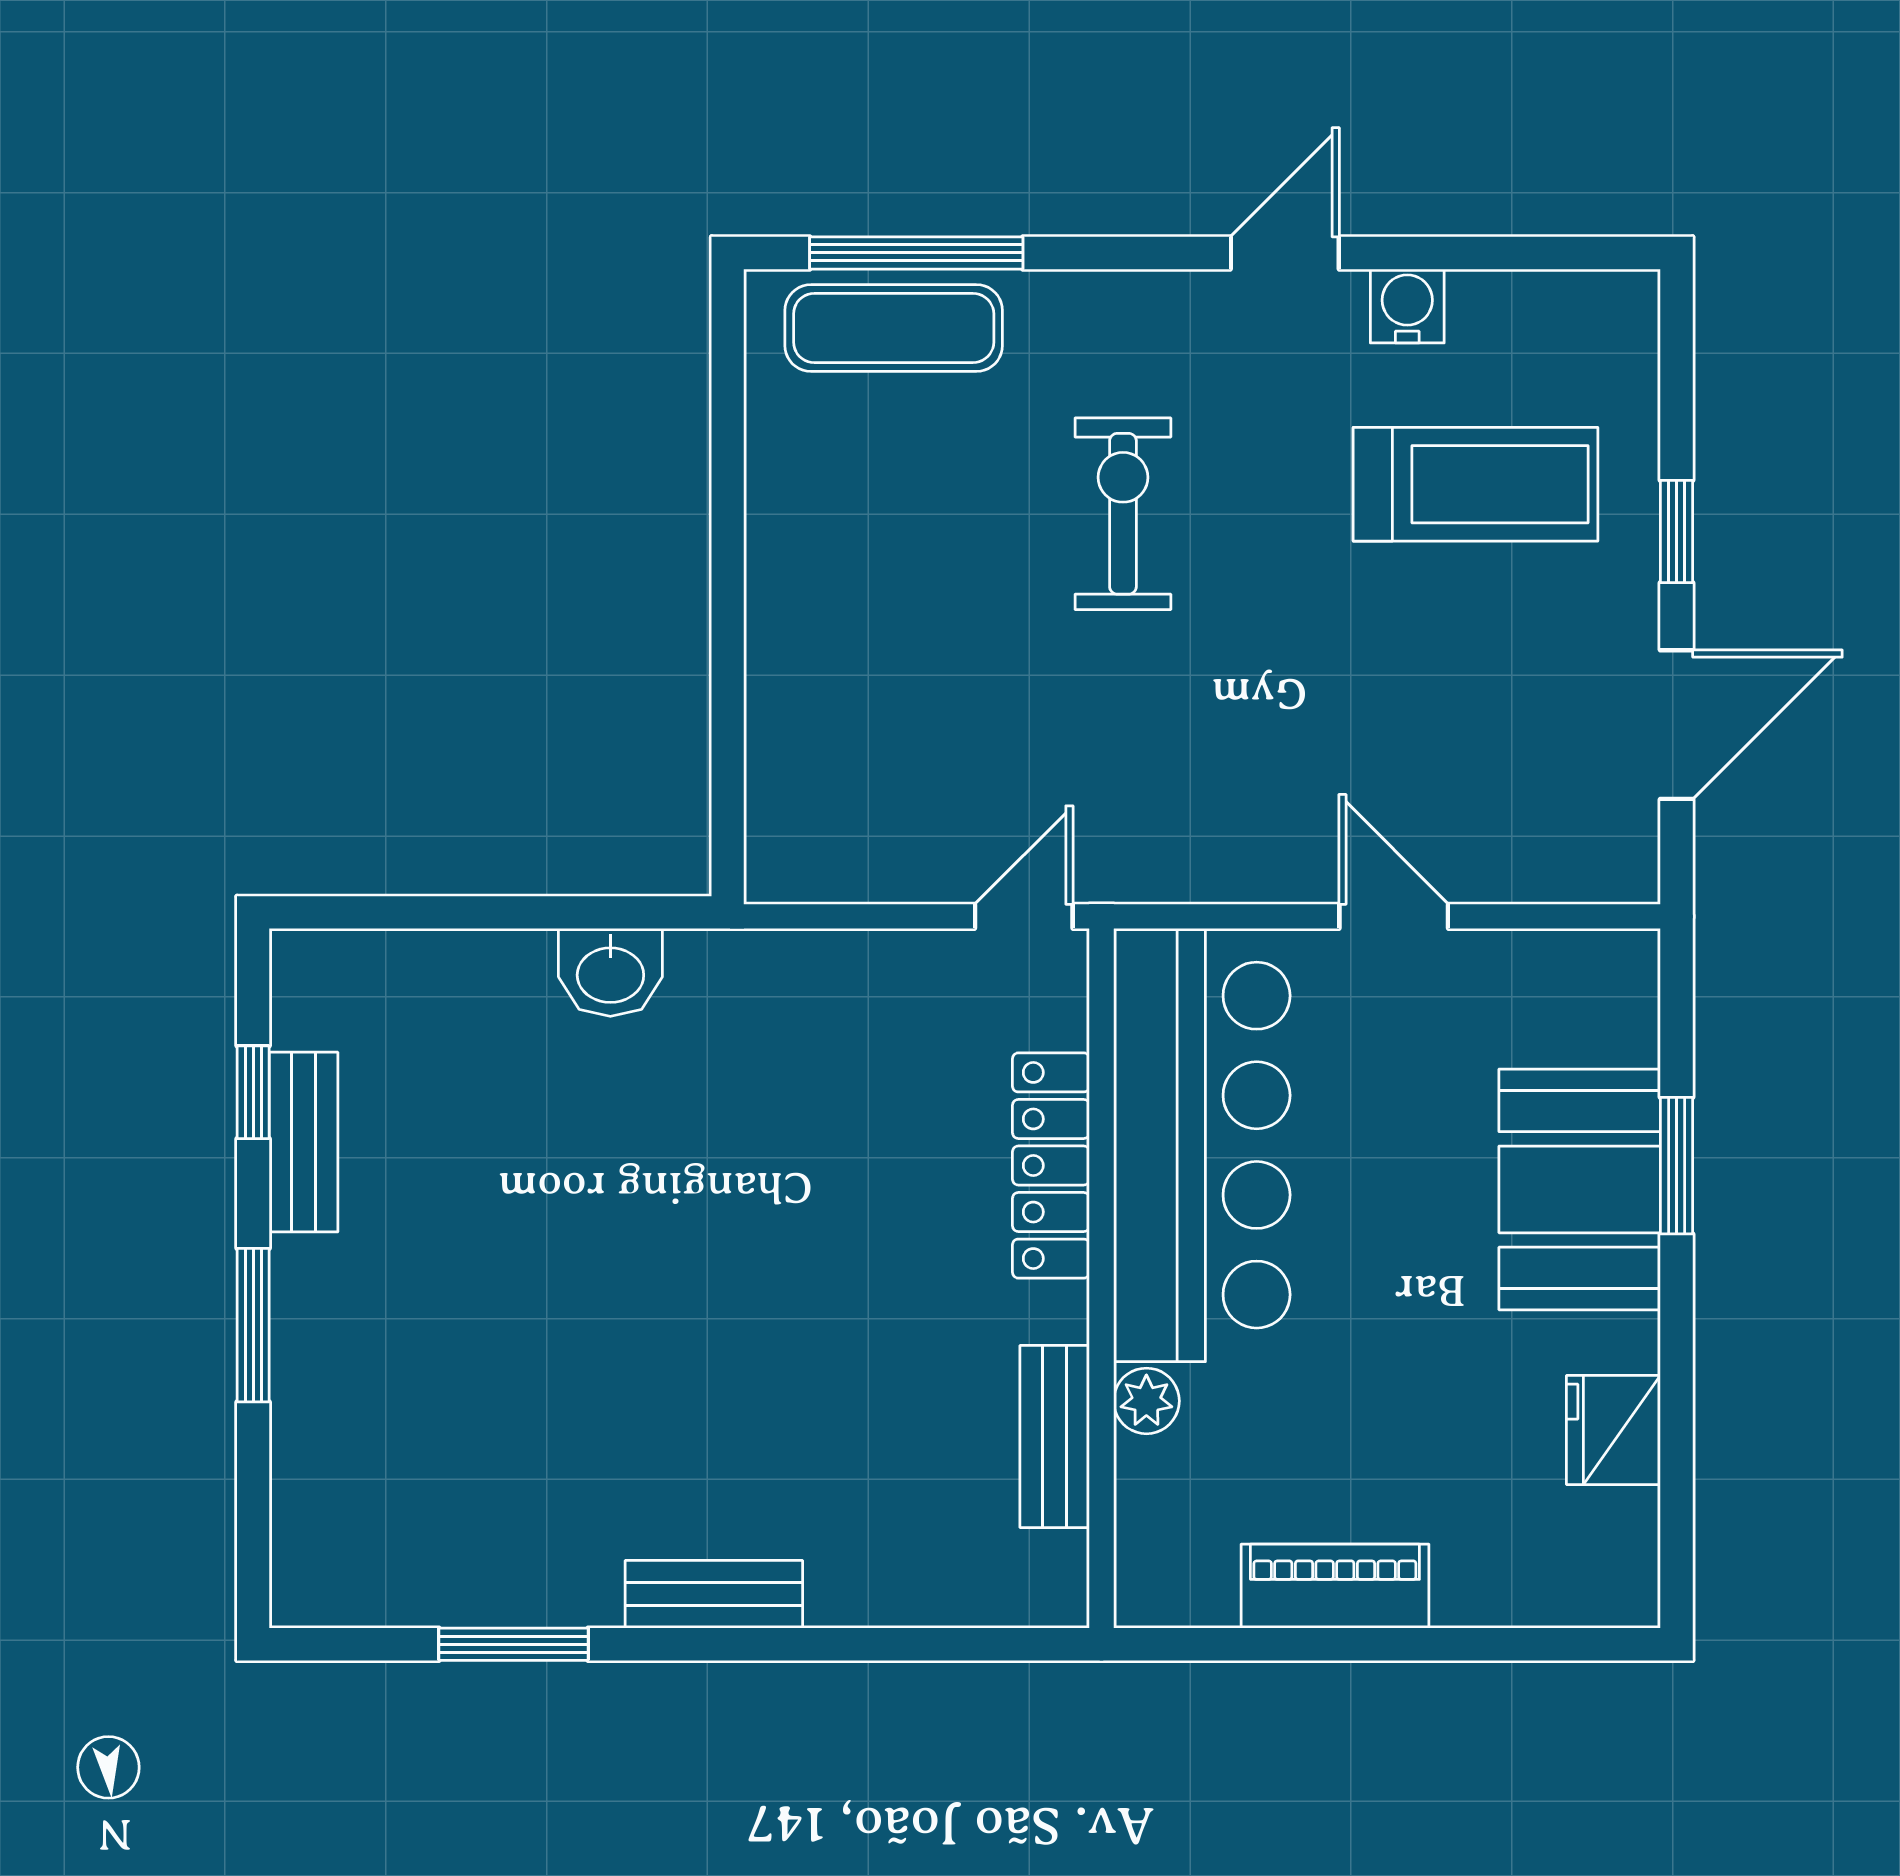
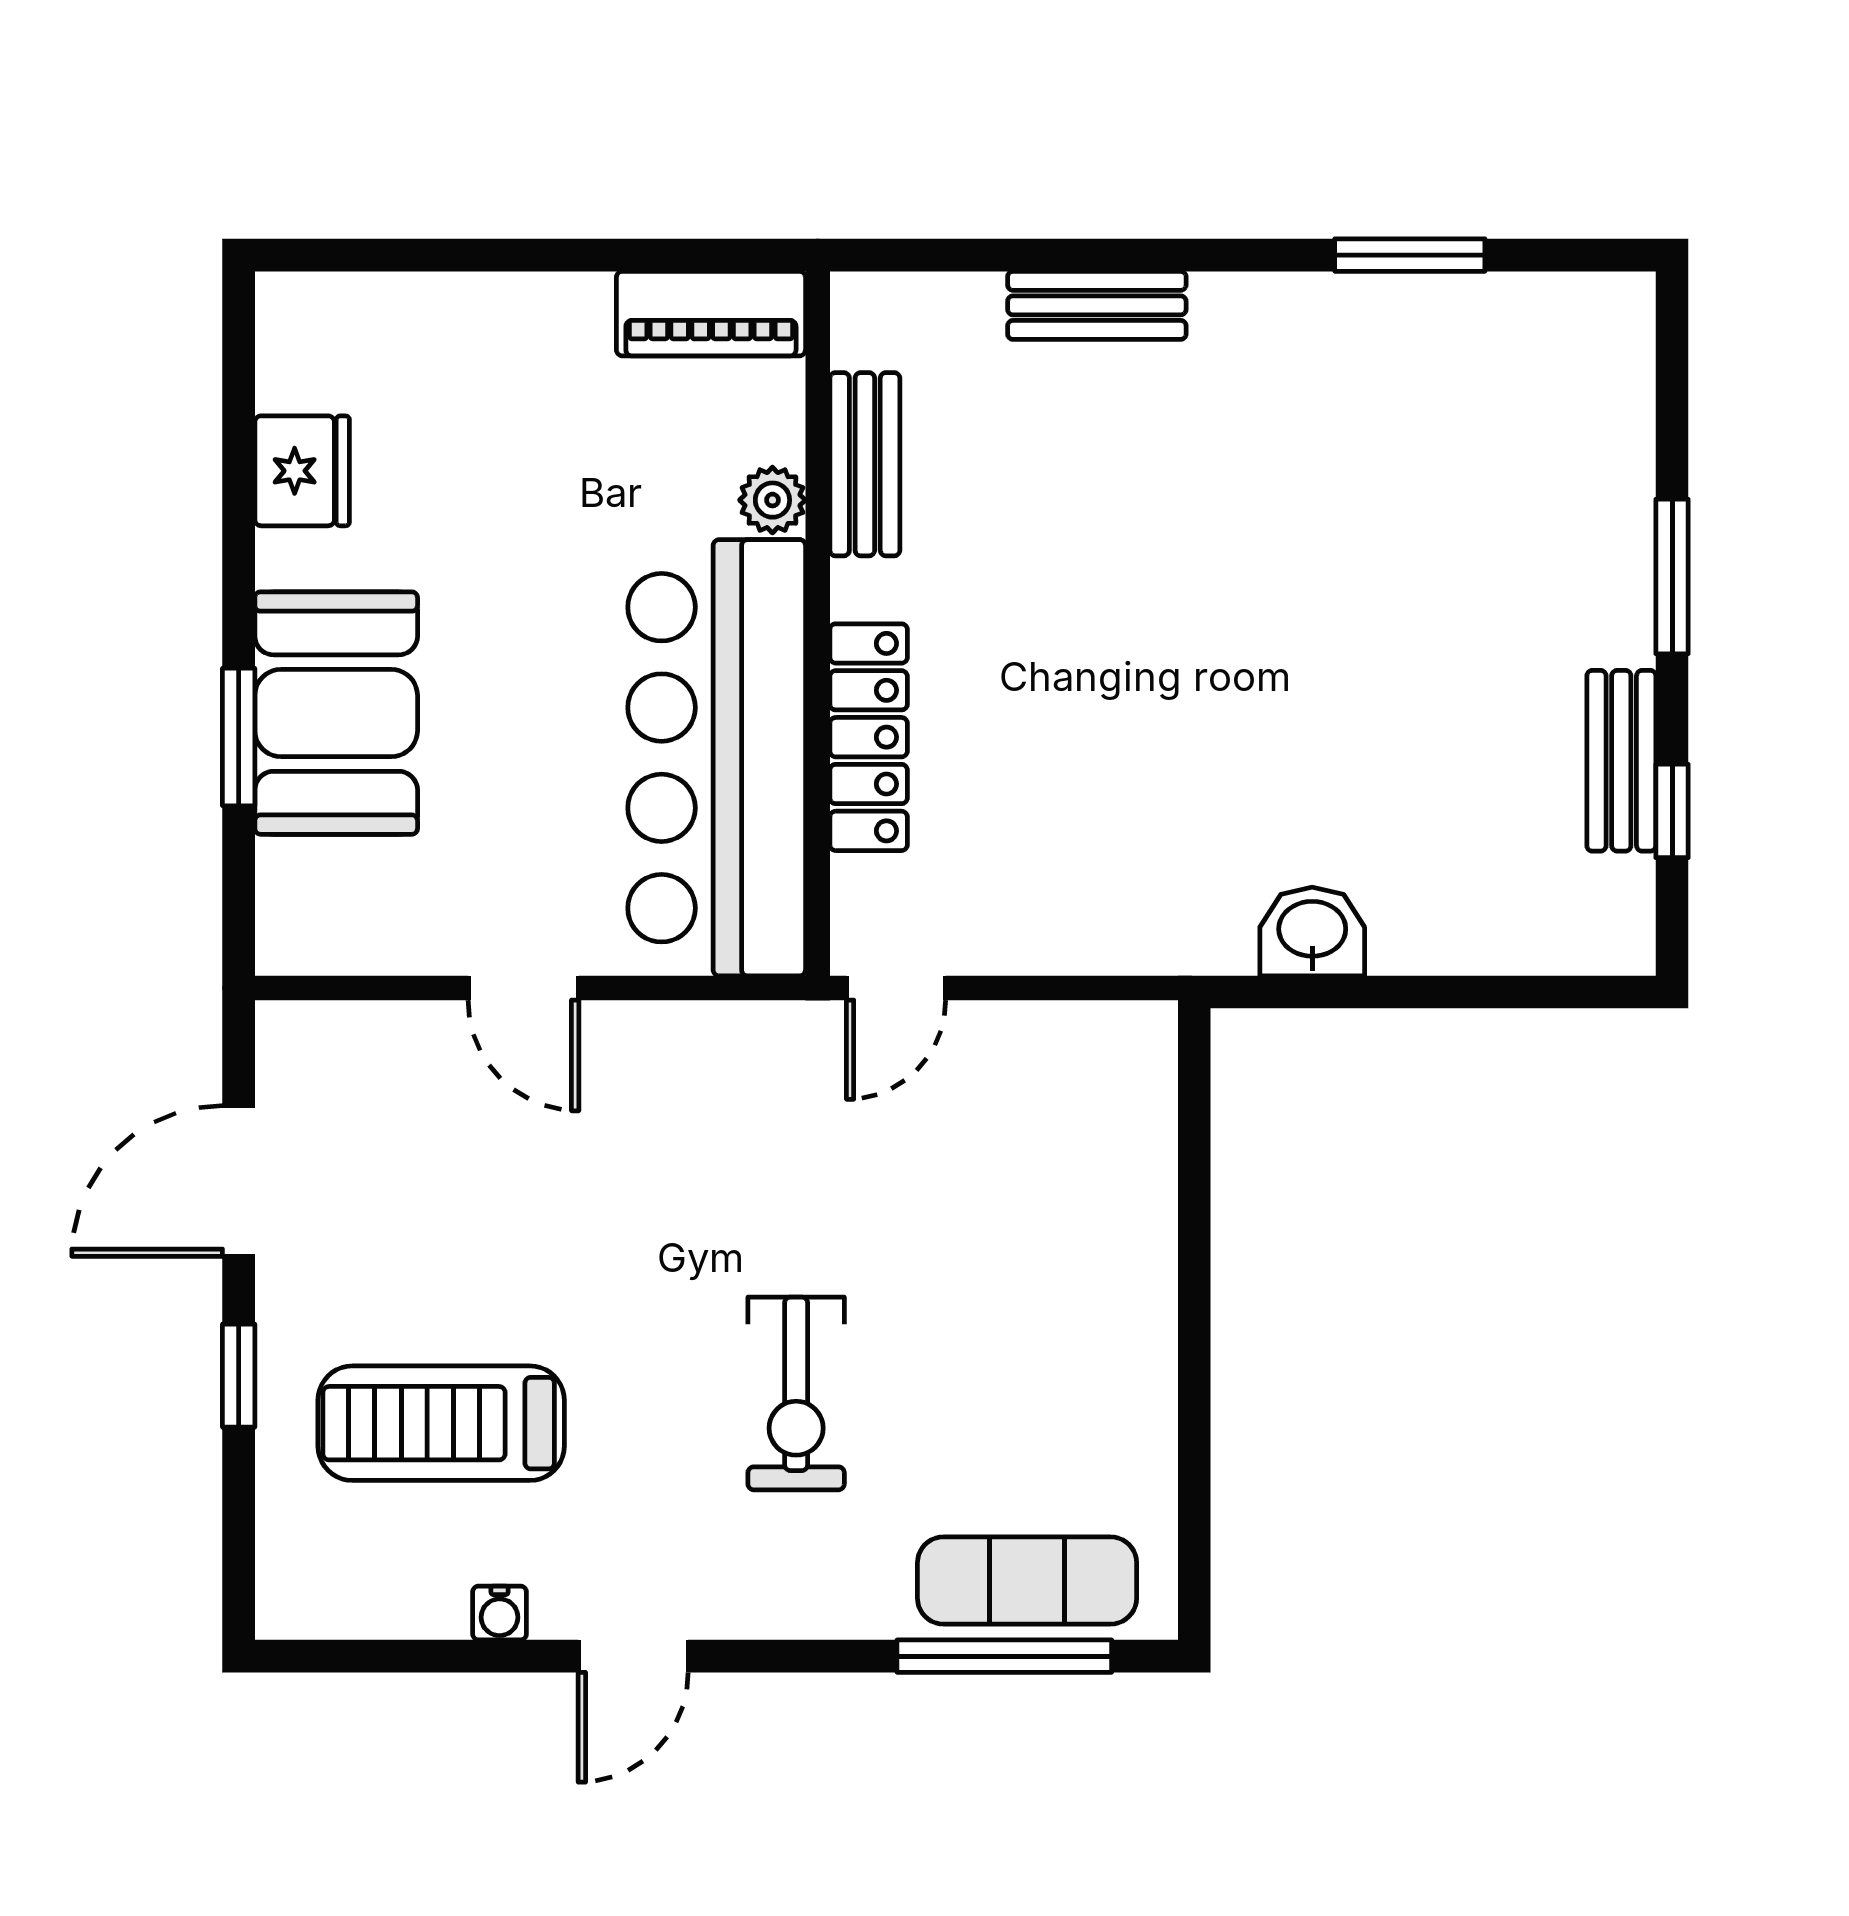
water cooler: (1407, 306) -> (500, 1613), width x0.72, depth x0.72
piano: (1335, 1586) -> (711, 314), moved
bench: (714, 1594) -> (1097, 305), moved

